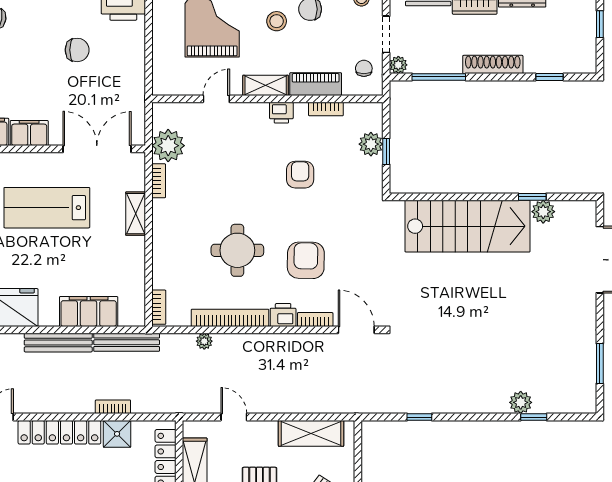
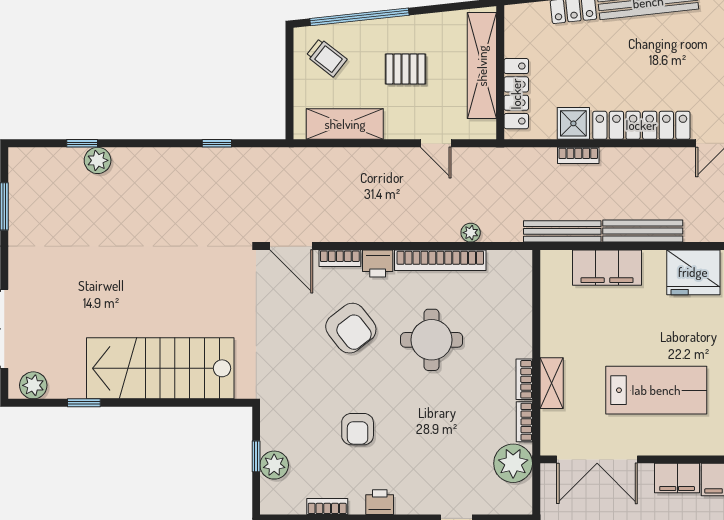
plant: (543, 212) -> (33, 385), moved
armchair: (306, 260) -> (351, 328), turned -39
bookcase: (159, 307) -> (524, 379), moved

